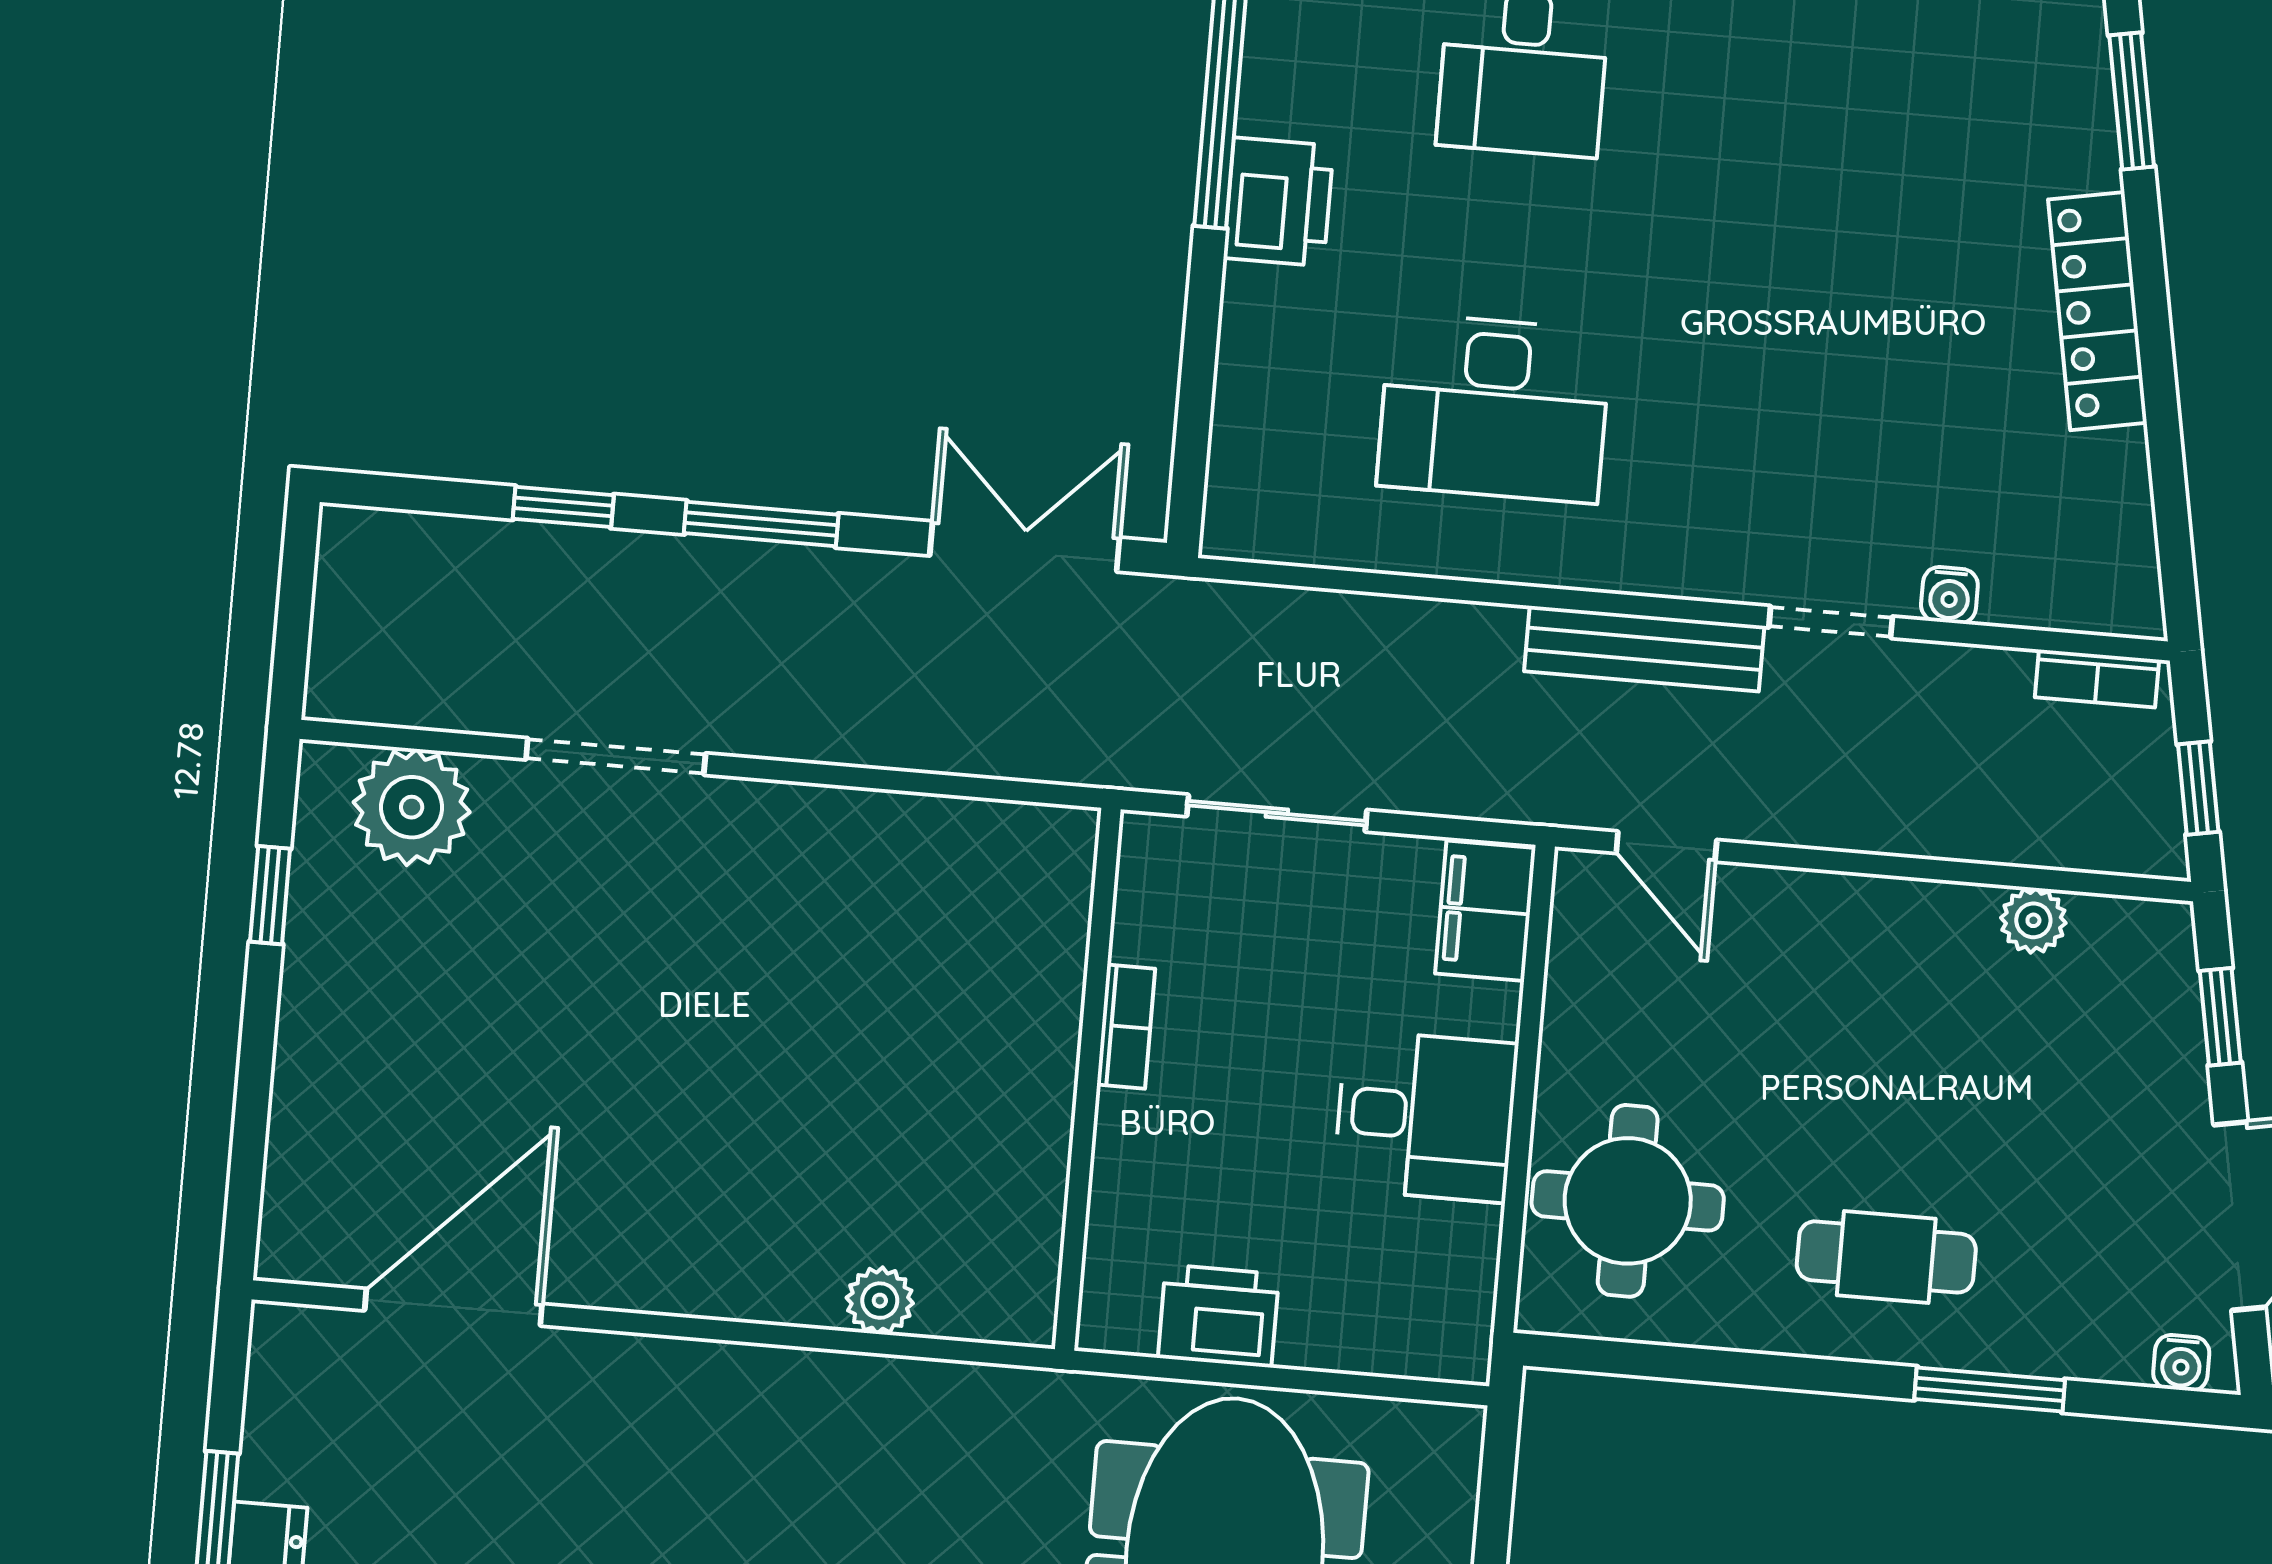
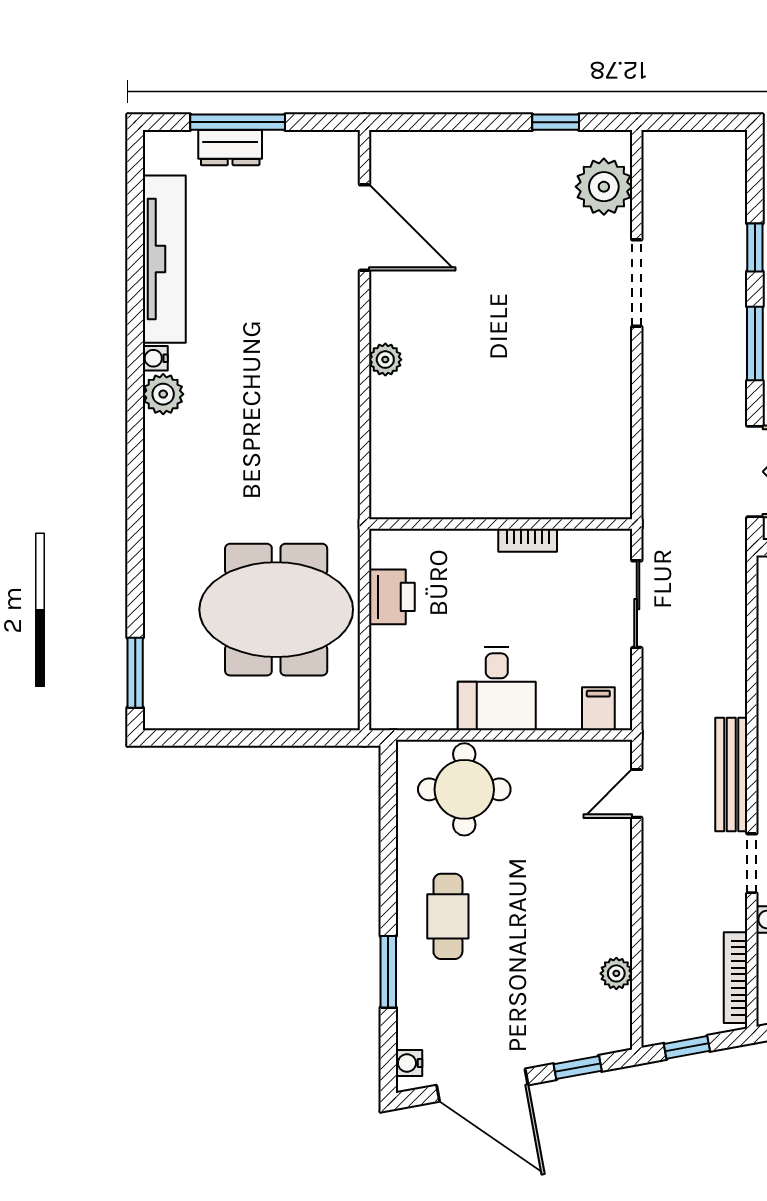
bookcase: (2097, 679) -> (736, 978), width x1.56
filing cabinet: (1485, 911) -> (598, 709), width x0.50
plant: (880, 1301) -> (385, 360), moved

